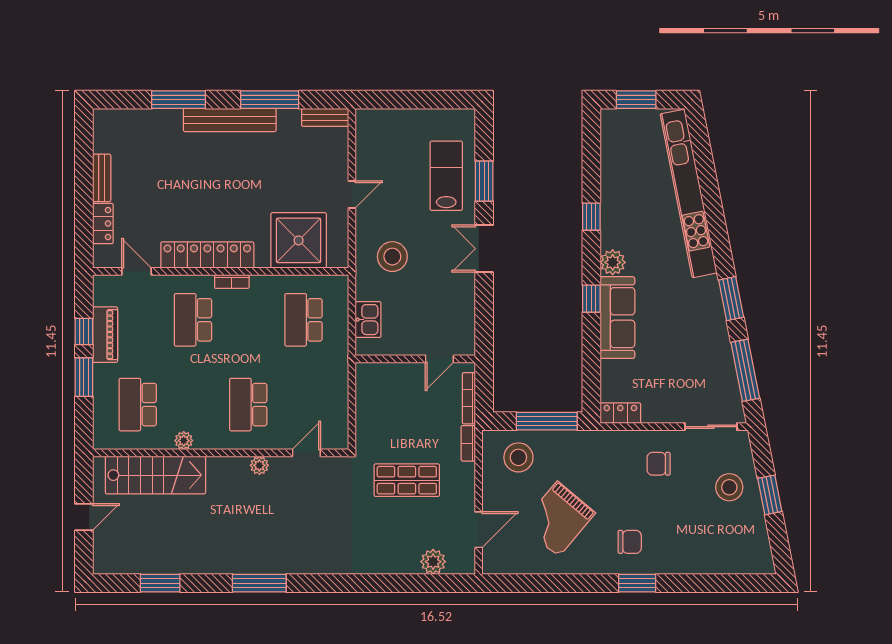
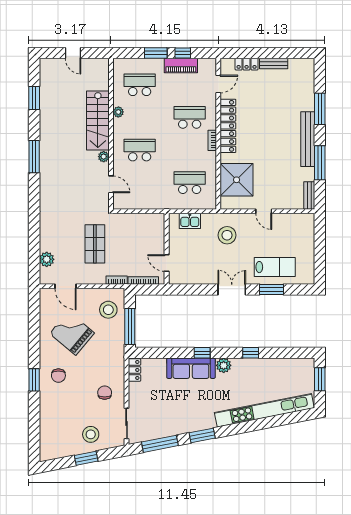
stairs: (155, 475) -> (98, 120), moved

